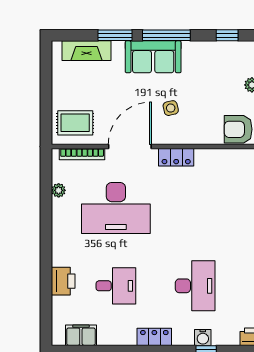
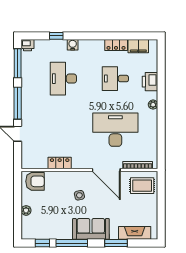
window: (166, 35) -> (72, 243), moved
door: (130, 146) -> (106, 170), hinge flipped
locker: (176, 157) -> (60, 163), moved
plant: (59, 190) -> (153, 105), moved
locker: (154, 337) -> (116, 45), moved
water cooler: (203, 337) -> (73, 45), moved

